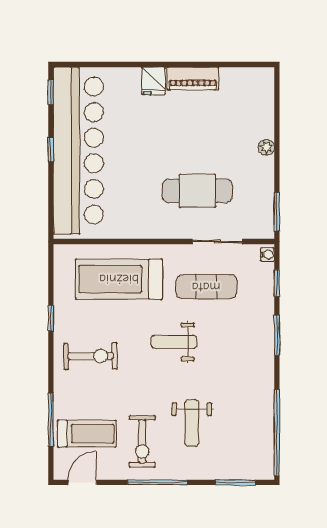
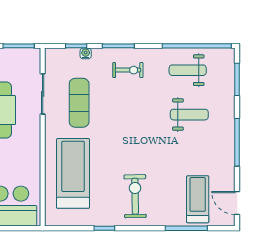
water cooler: (267, 255) -> (86, 53), moved
treadmill: (119, 279) -> (73, 173), turned 180
weight bench: (174, 342) -> (188, 70), moved, turned 90
exercise bike: (142, 441) -> (128, 70), moved, width x0.73, depth x0.72

